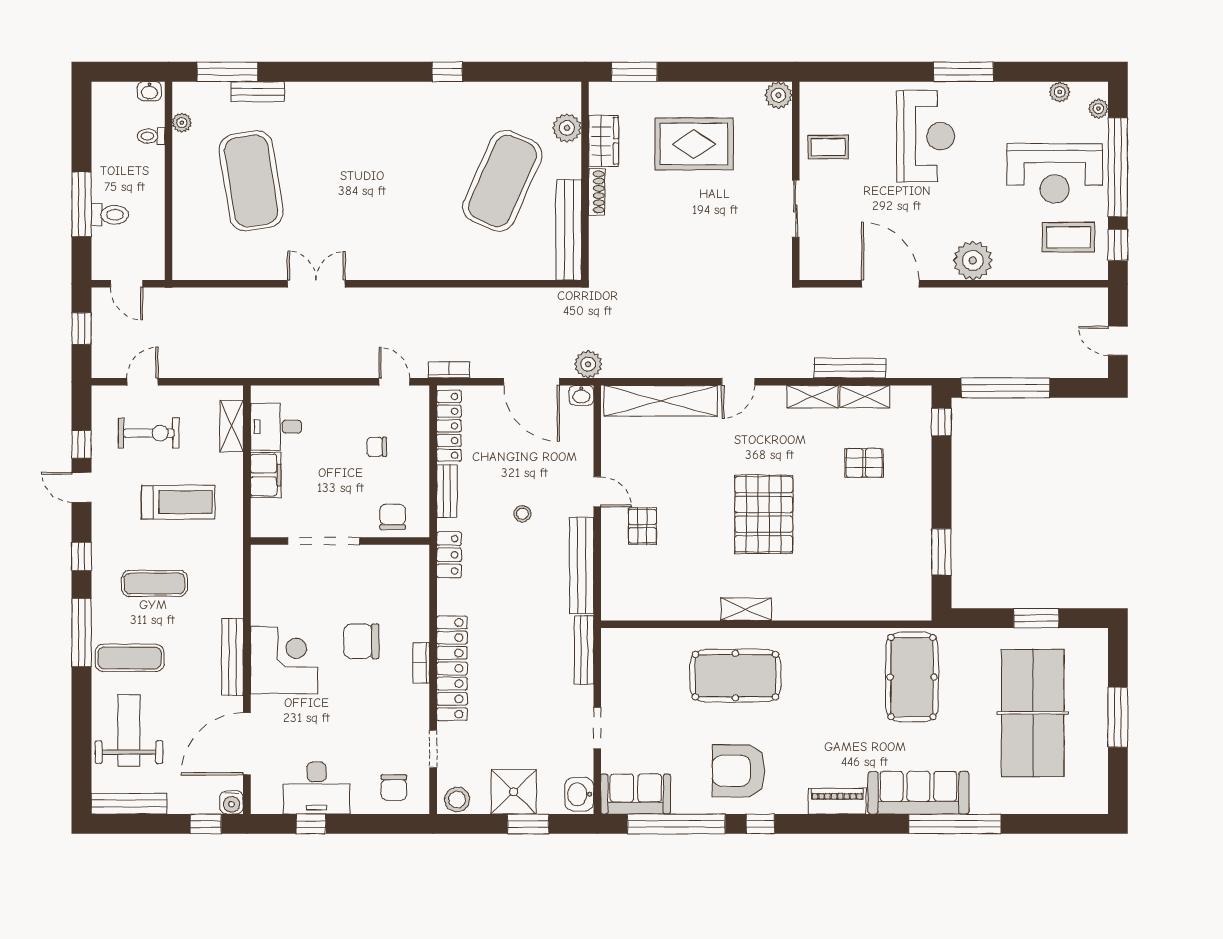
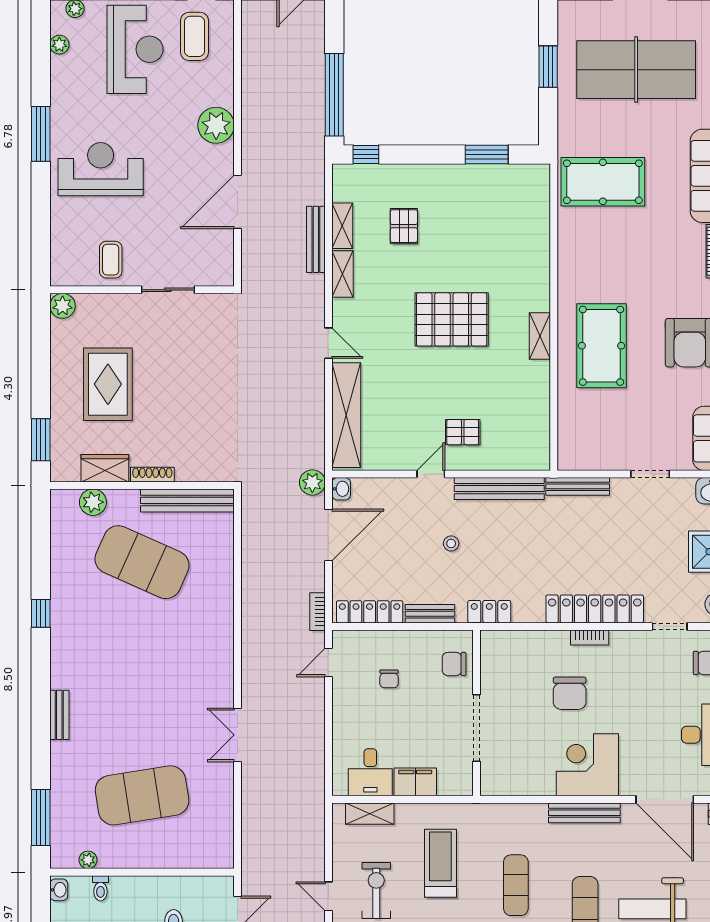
bench: (258, 92) -> (59, 715), moved

